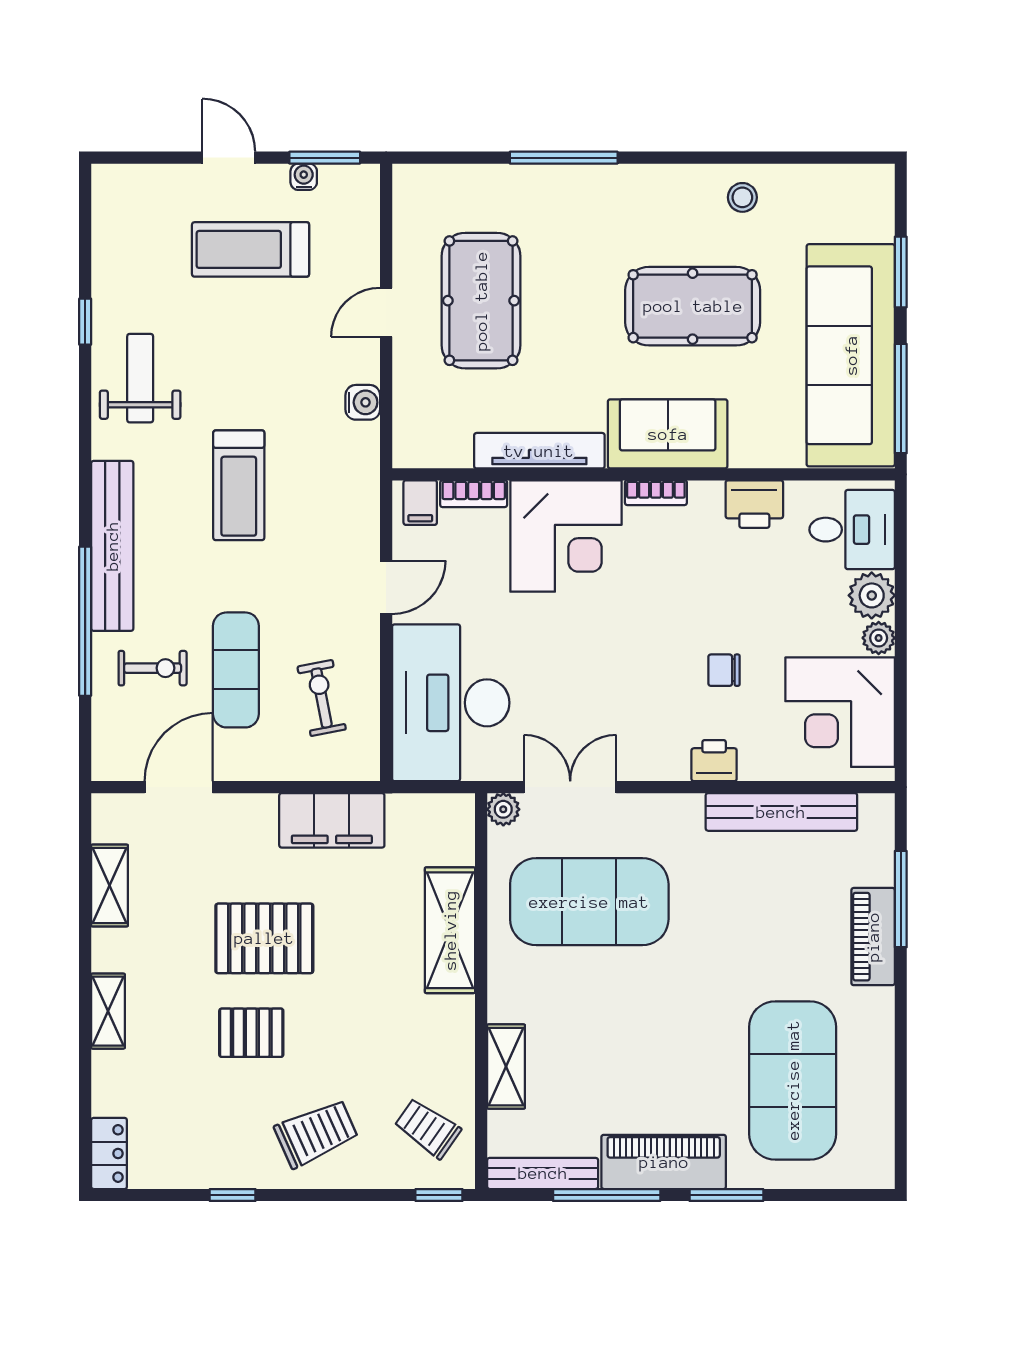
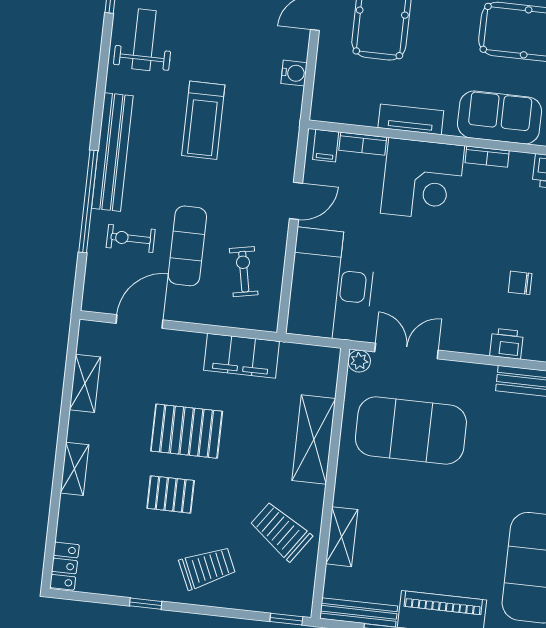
tv unit: (539, 451) -> (411, 119), width x0.71
exercise bike: (153, 668) -> (131, 238), turned 180
trolley: (428, 1128) -> (281, 531), moved, width x1.36, depth x1.39

